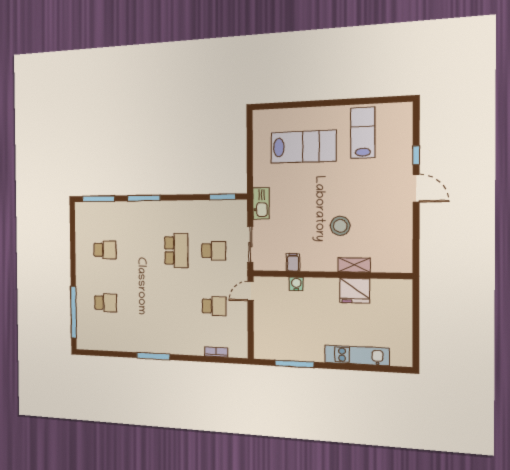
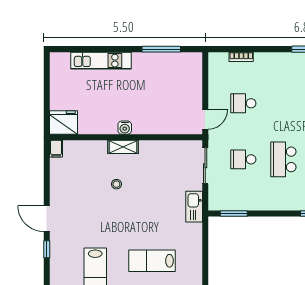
lab bench: (303, 147) -> (152, 261), width x0.73, depth x0.72
stool: (340, 226) -> (116, 184), width x0.53, depth x0.53
filing cabinet: (293, 262) -> (56, 149), moved
shelving: (354, 265) -> (123, 147), moved
water cooler: (296, 284) -> (125, 128), moved
fridge: (355, 291) -> (64, 122), moved

